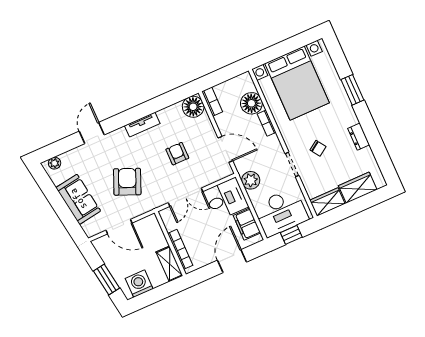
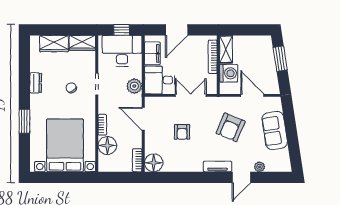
tv unit: (142, 125) -> (217, 166), moved
plant: (55, 163) -> (260, 167), moved
washing machine: (139, 284) -> (229, 73), moved, turned -90

